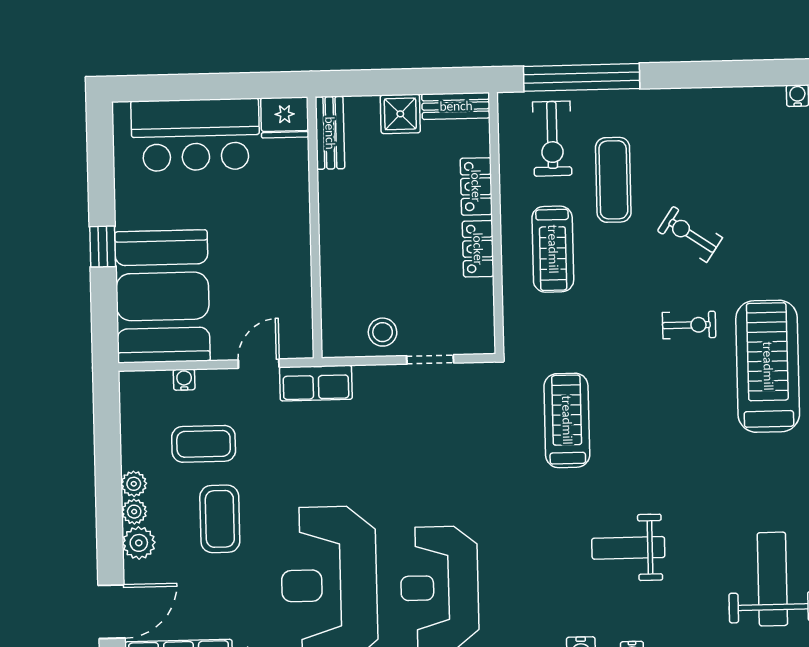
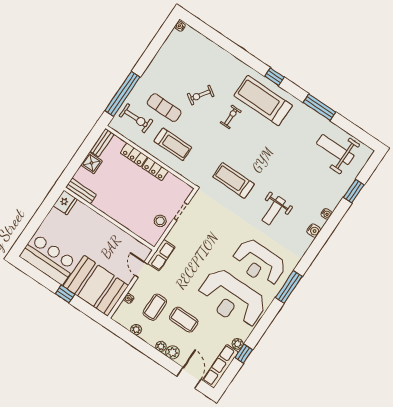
bar counter: (195, 135) -> (49, 259), moved, turned -90
plant: (134, 484) -> (136, 330), moved
weight bench: (628, 548) -> (274, 211), moved

